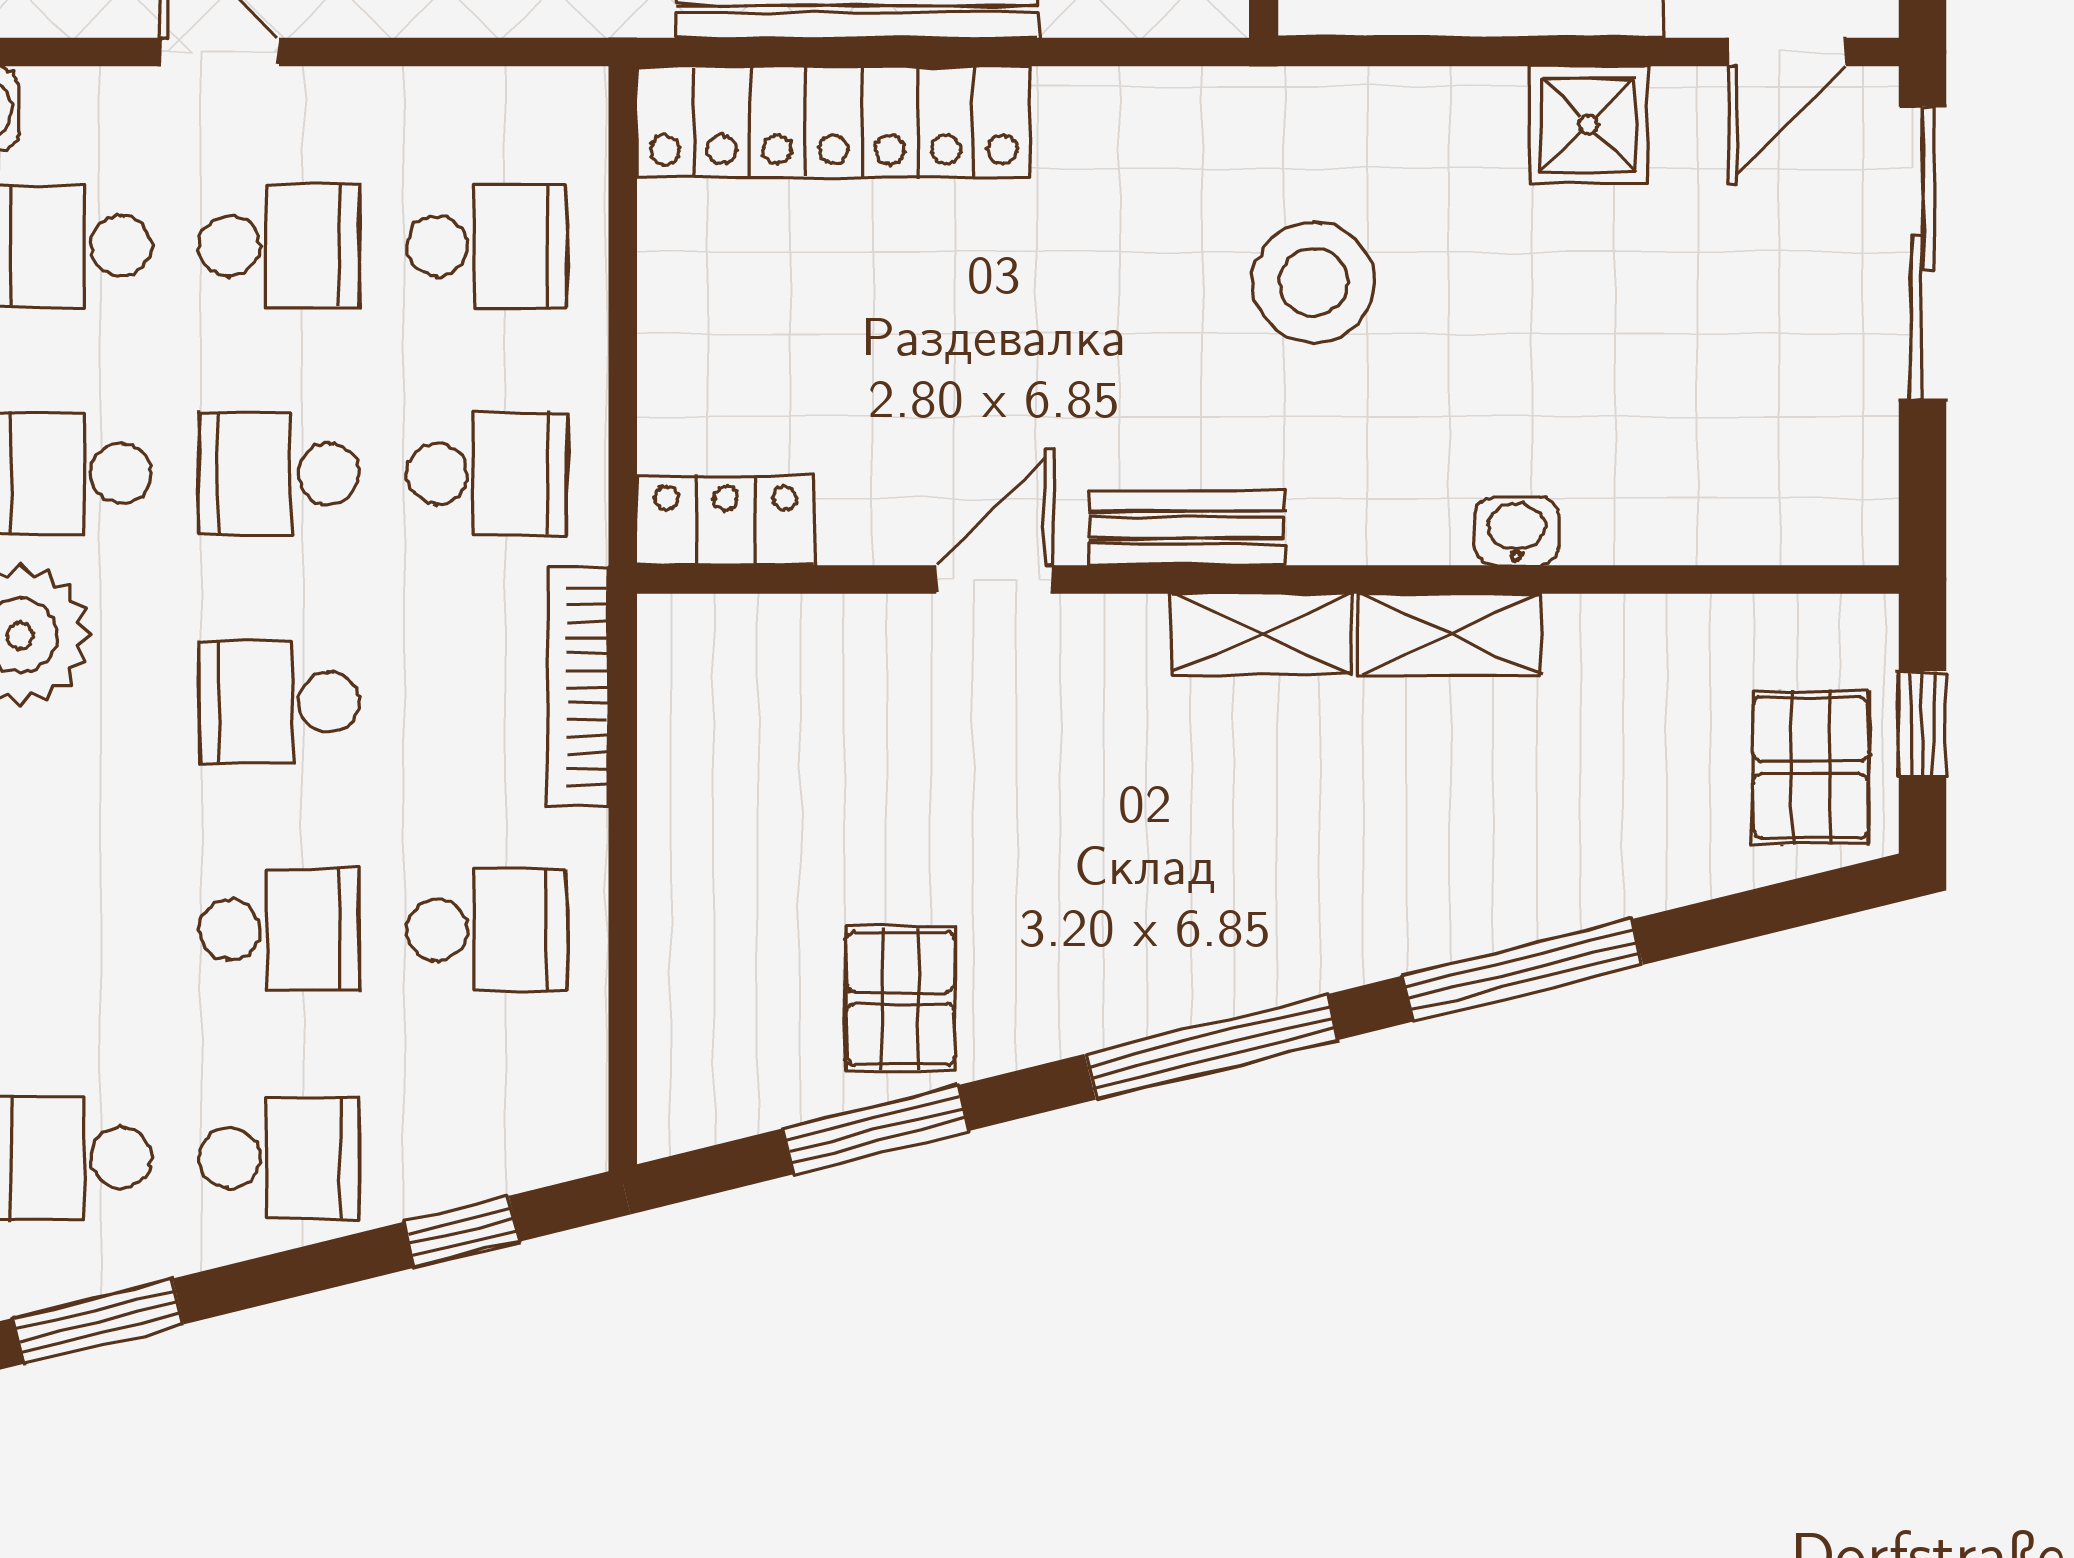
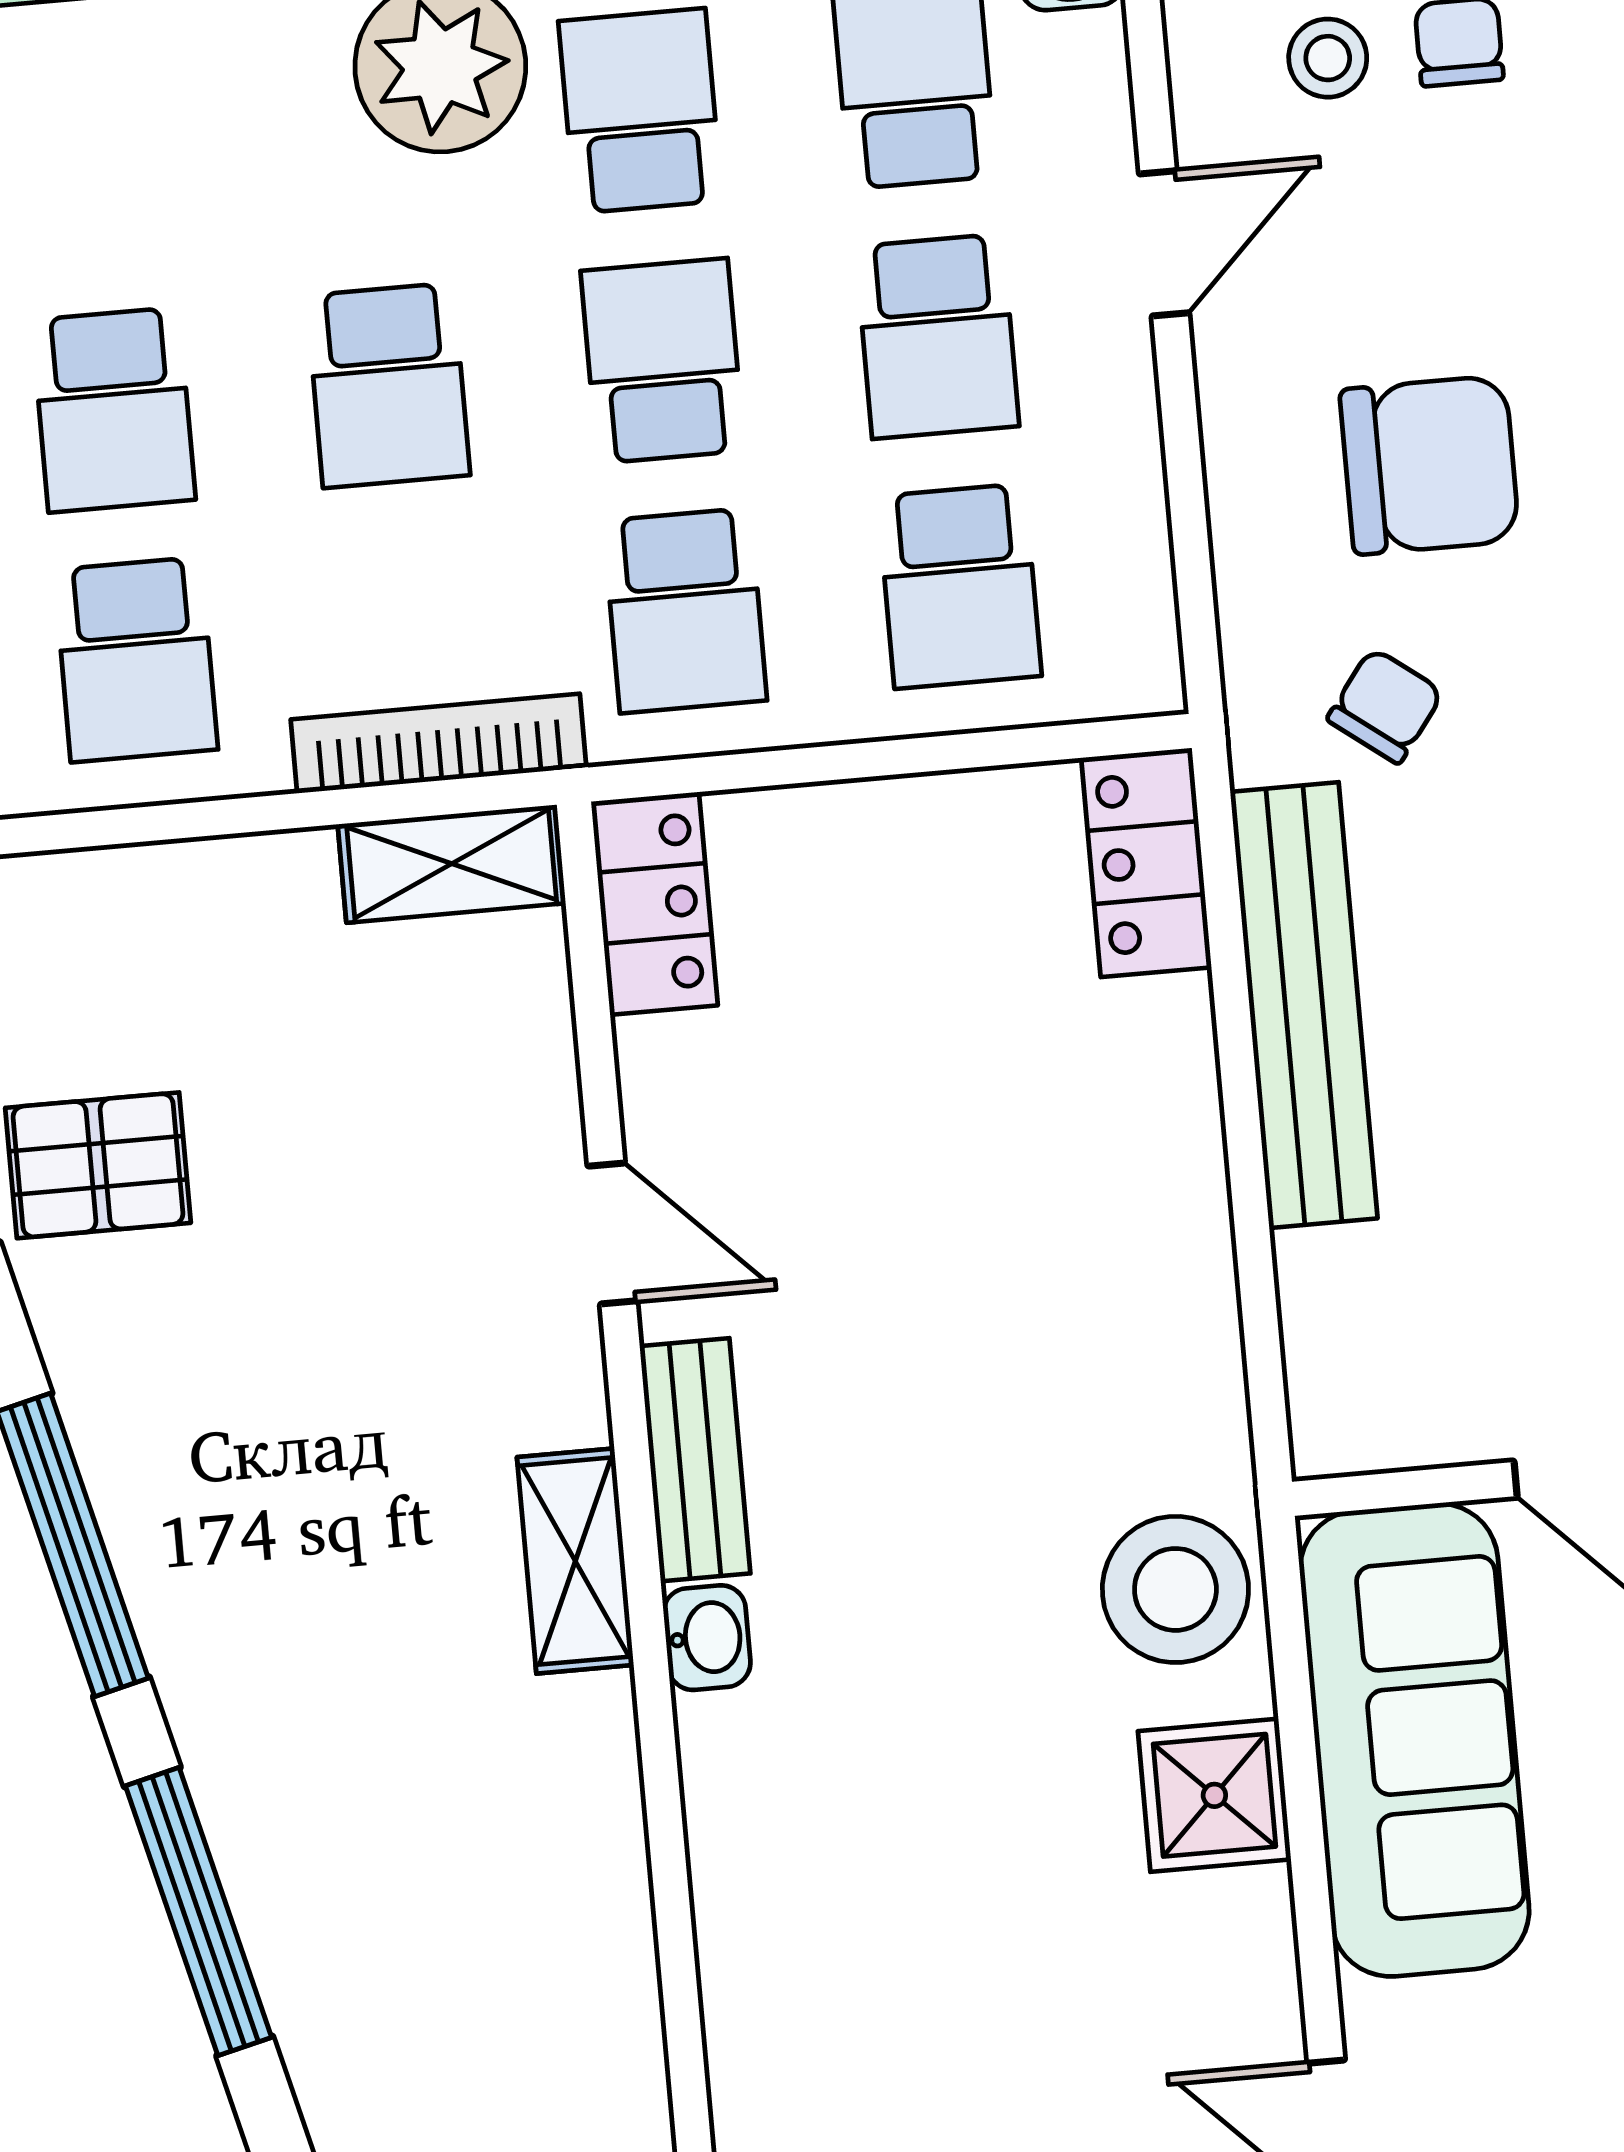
locker: (834, 122) -> (1146, 863), width x0.46, depth x0.83
shower: (1588, 125) -> (1214, 1795), moved
stool: (1314, 282) -> (1175, 1589), moved
washbasin: (1517, 531) -> (707, 1638), moved
shelving: (1450, 635) -> (452, 864), moved, turned 90
school desk: (279, 702) -> (388, 385), turned 180

